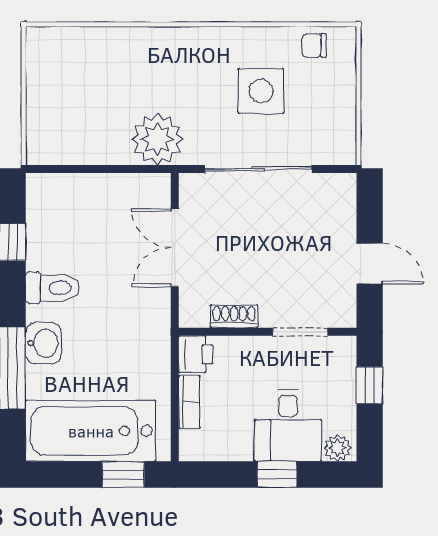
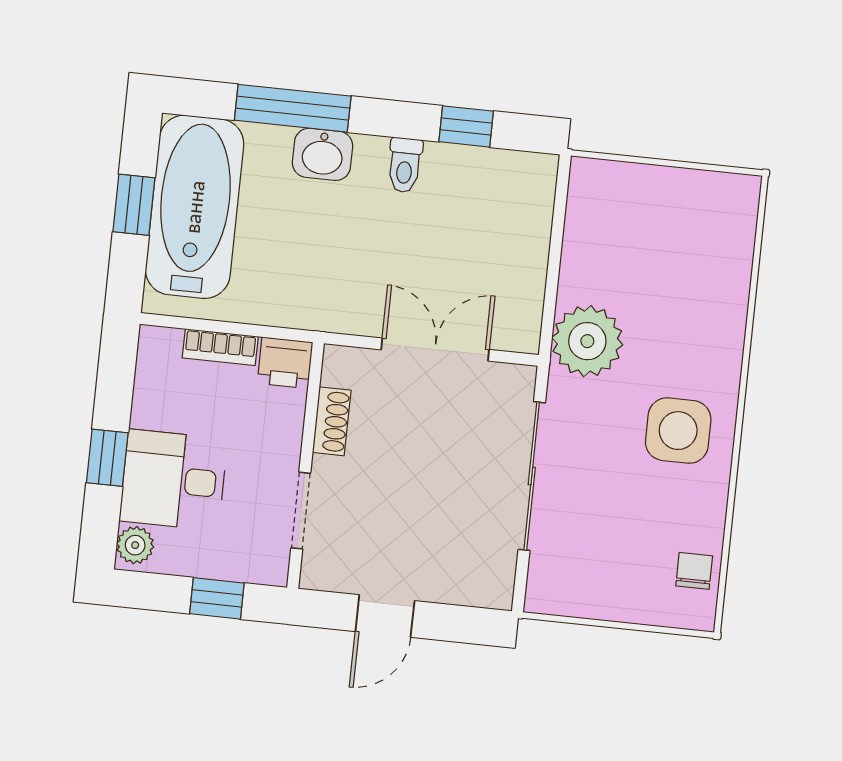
side table: (261, 91) -> (678, 431), moved
toilet: (52, 288) -> (405, 165), width x0.73, depth x0.72
window: (123, 474) -> (134, 205), moved

